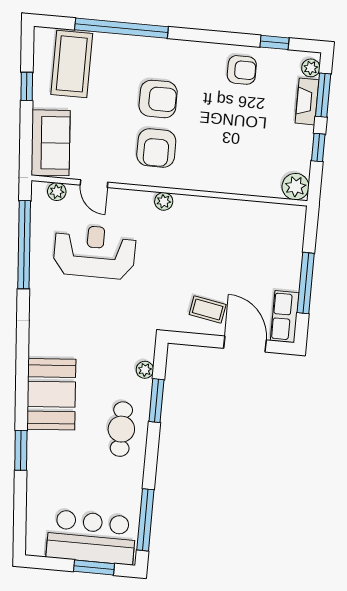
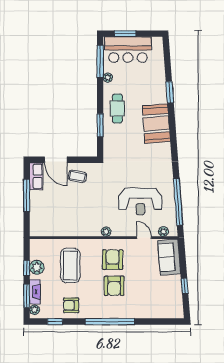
window: (121, 28) -> (110, 322), moved
coffee table: (72, 64) -> (70, 266), moved
armchair: (158, 99) -> (114, 286), turned -90
plant: (295, 187) -> (37, 267), moved
plant: (145, 370) -> (108, 78), moved

